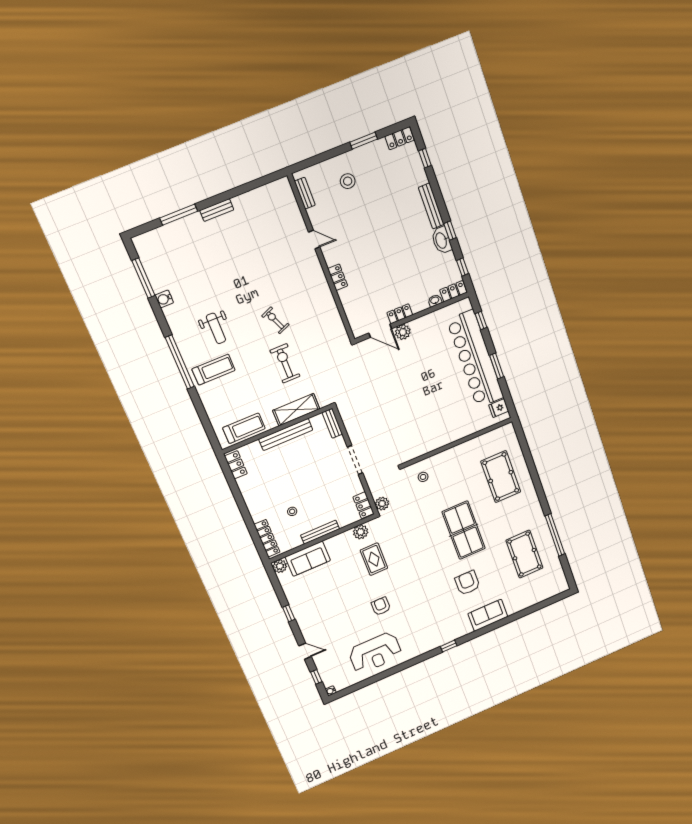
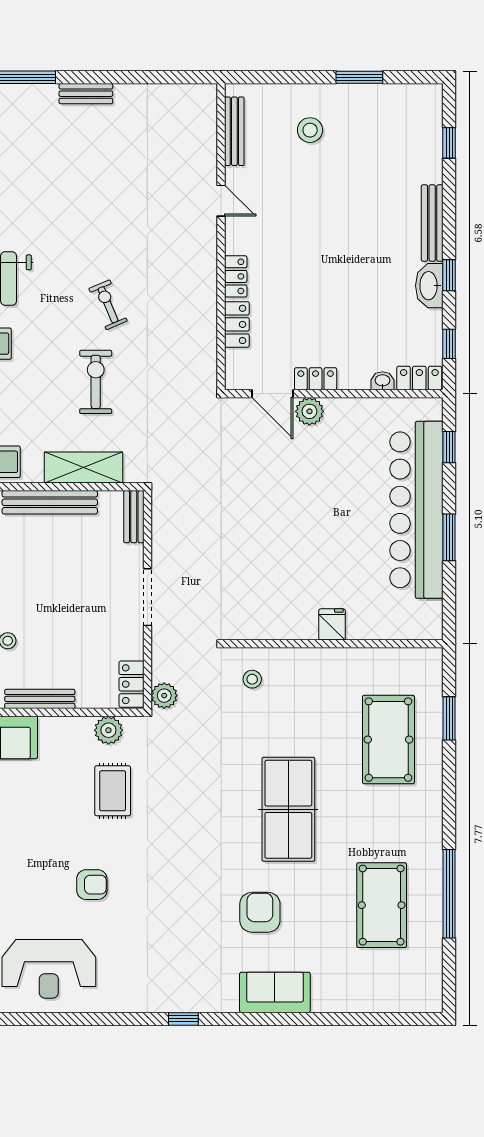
locker: (400, 138) -> (237, 324), moved, turned -90
bench: (305, 193) -> (234, 131), width x1.36
fridge: (499, 408) -> (332, 624), moved, turned 90
window: (527, 454) -> (449, 718), added
armchair: (381, 606) -> (92, 885), turned 90

